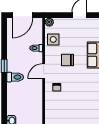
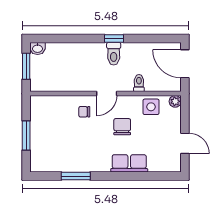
door: (44, 71) -> (107, 94), swing flipped
toilet: (15, 77) -> (114, 54), moved

